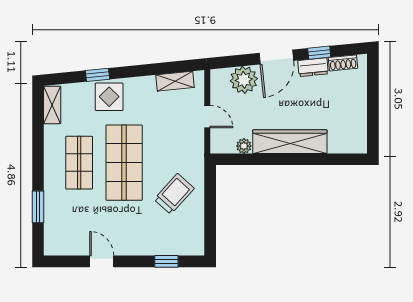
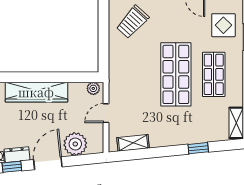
display table: (109, 97) -> (223, 25), moved
door: (207, 117) -> (106, 113), hinge flipped
plant: (244, 146) -> (93, 88), moved
trolley: (174, 194) -> (132, 22), moved

